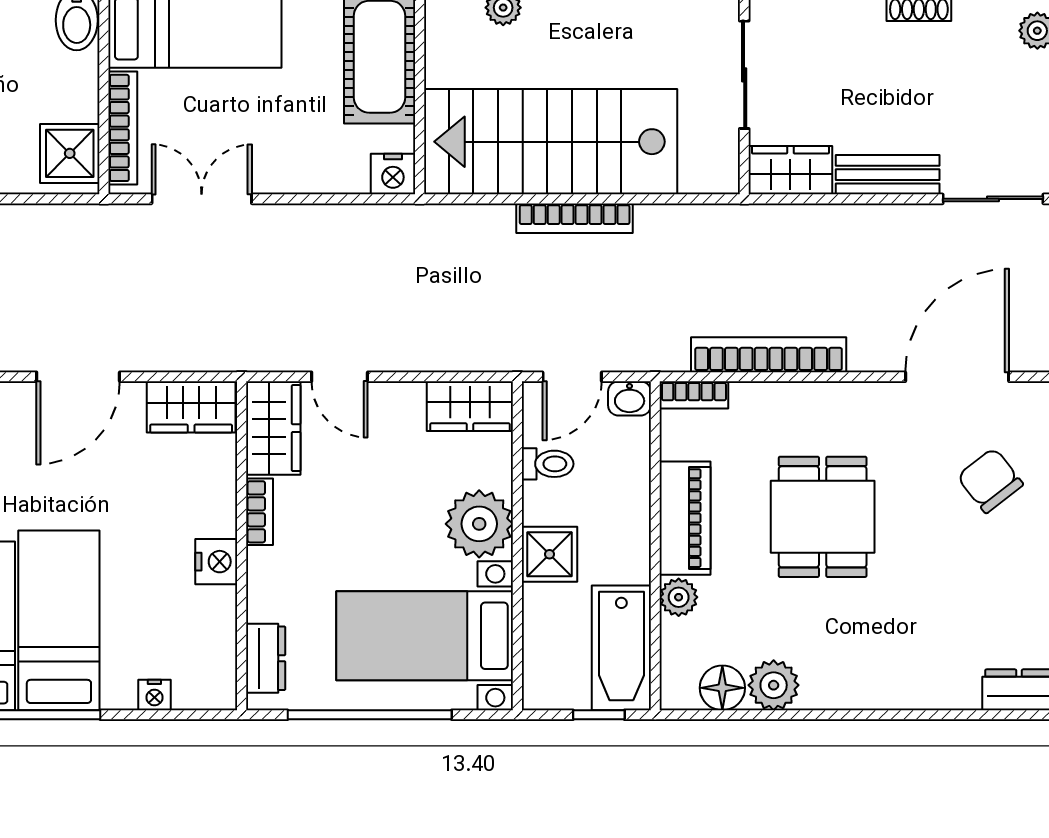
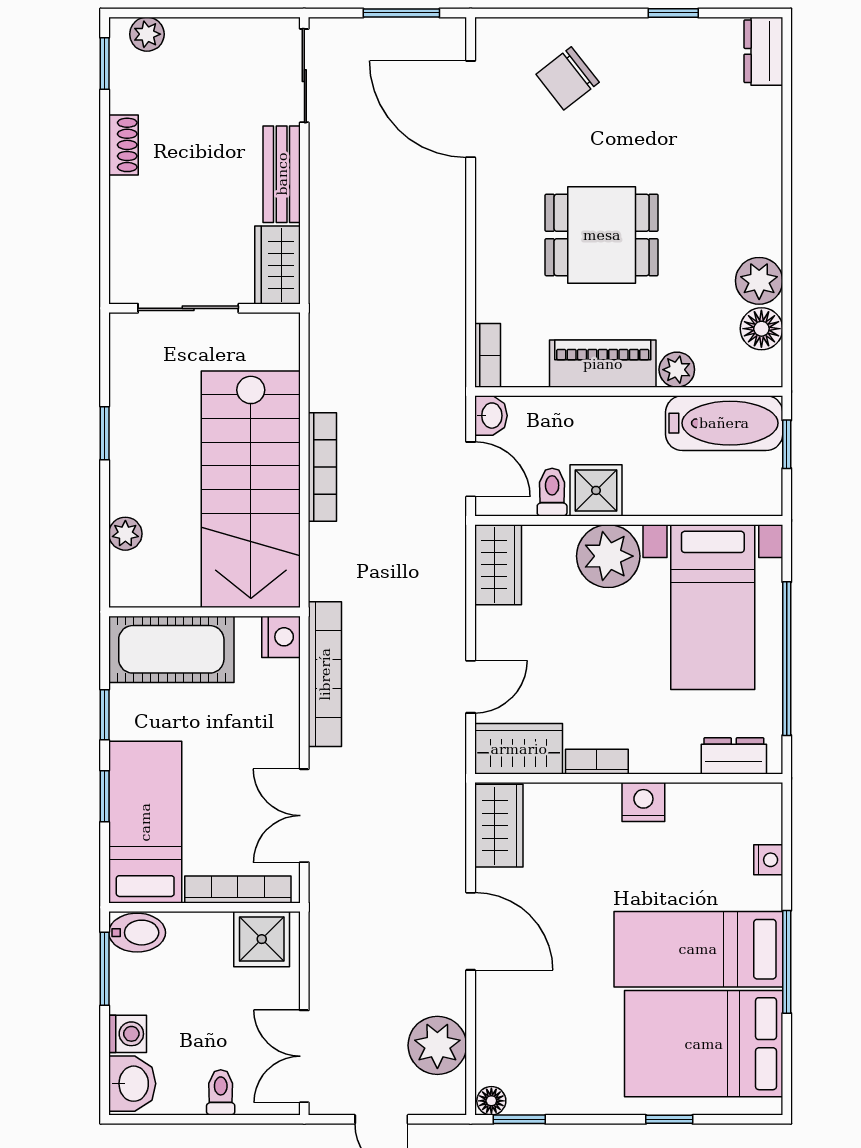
bookcase: (769, 355) -> (325, 674), moved, turned 180
shower: (549, 554) -> (596, 490), moved

